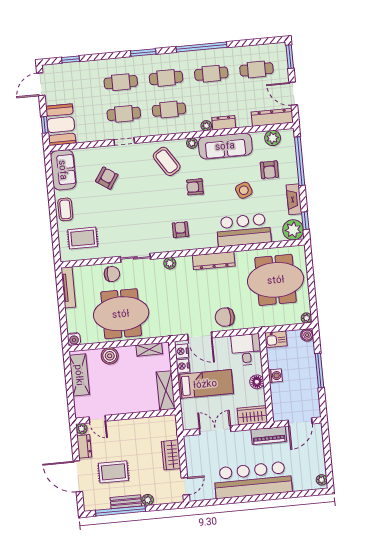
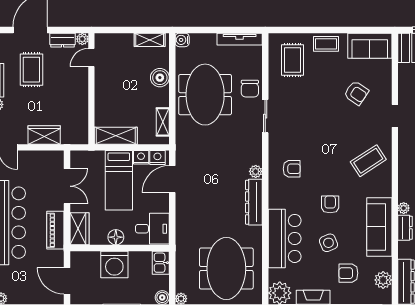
plant: (192, 143) -> (386, 191), removed
armchair: (195, 187) -> (330, 204), moved
plant: (170, 263) -> (256, 171), moved
chair: (225, 317) -> (191, 209), removed
shelving: (79, 375) -> (150, 40), width x0.67, depth x0.75
washing machine: (275, 376) -> (114, 264), width x1.89, depth x1.89
piano: (269, 435) -> (55, 230), moved

